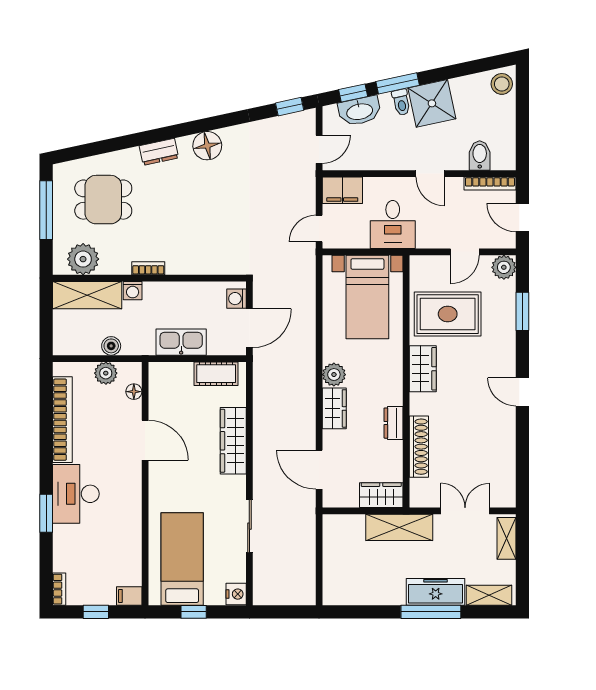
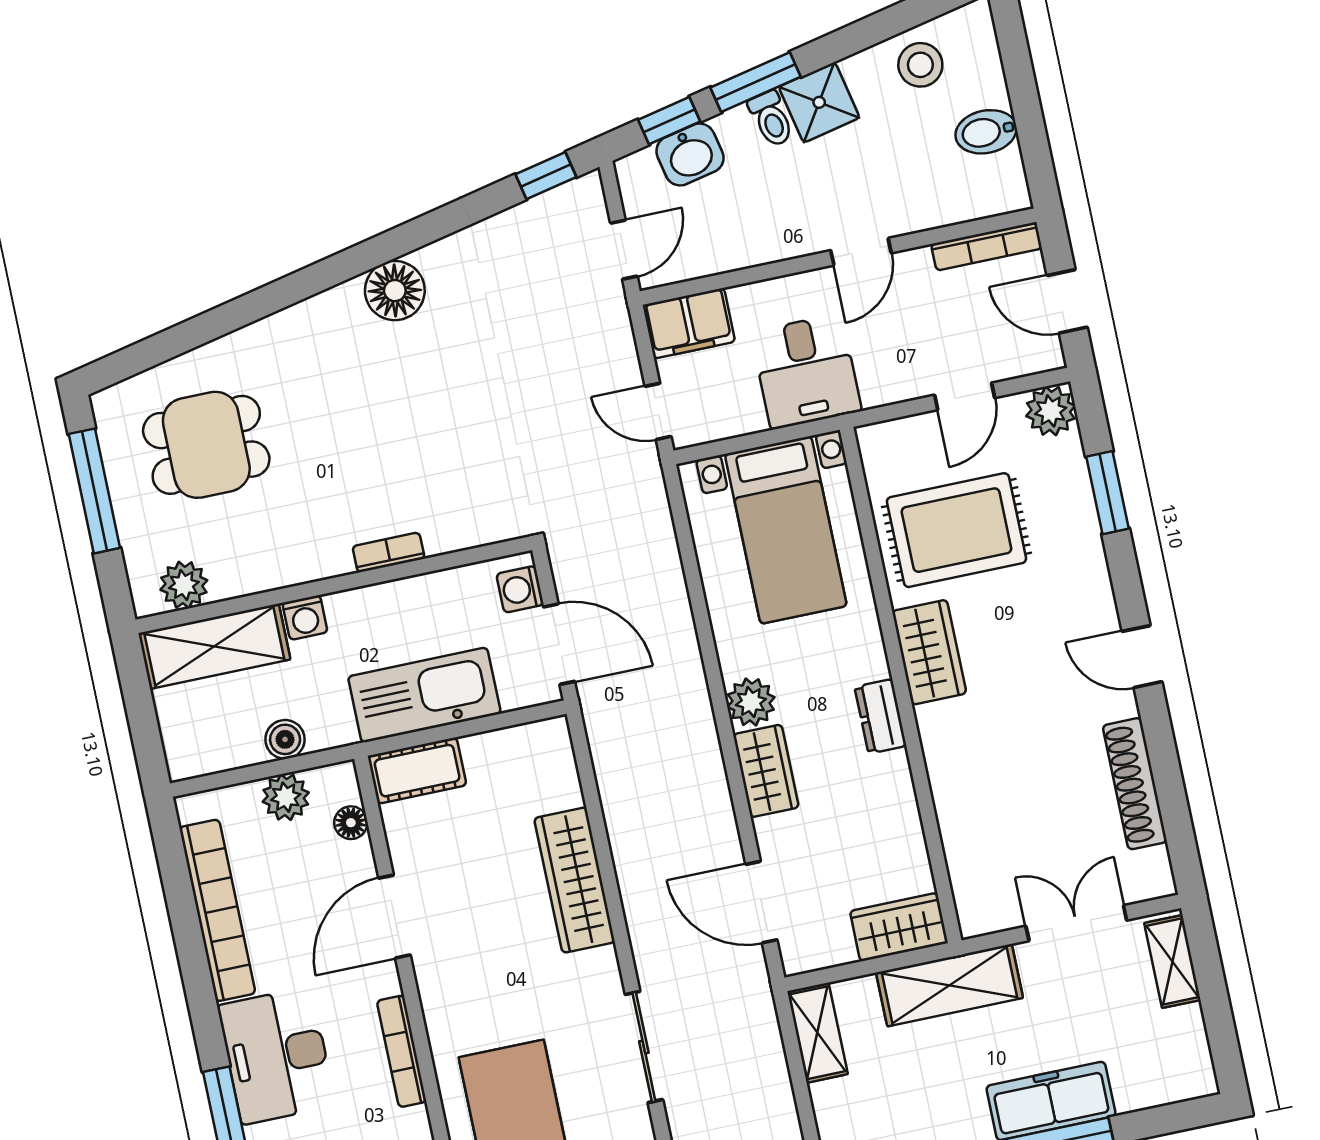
stool: (502, 84) -> (920, 65), moved
shower: (432, 103) -> (819, 102), width x0.73, depth x0.73
washbasin: (360, 111) -> (690, 155), width x0.72
dresser: (159, 152) -> (299, 324), removed
bidet: (480, 156) -> (986, 132), moved, turned -90
door: (430, 174) -> (861, 252), hinge flipped
door: (319, 229) -> (658, 411), hinge flipped
plant: (83, 259) -> (184, 585), width x0.73, depth x0.73
bookcase: (148, 268) -> (389, 552), moved
door: (249, 328) -> (559, 644), hinge flipped
kitchen sink: (181, 342) -> (424, 695), width x1.36, depth x1.24
cot: (216, 374) -> (417, 771), moved
dresser: (393, 423) -> (881, 716), moved
door: (145, 440) -> (394, 917), swing flipped
shoe rack: (419, 447) -> (1135, 784), moved, turned 180
bookcase: (135, 504) -> (402, 1051), added
shelving: (489, 595) -> (817, 1033), moved, turned 90

